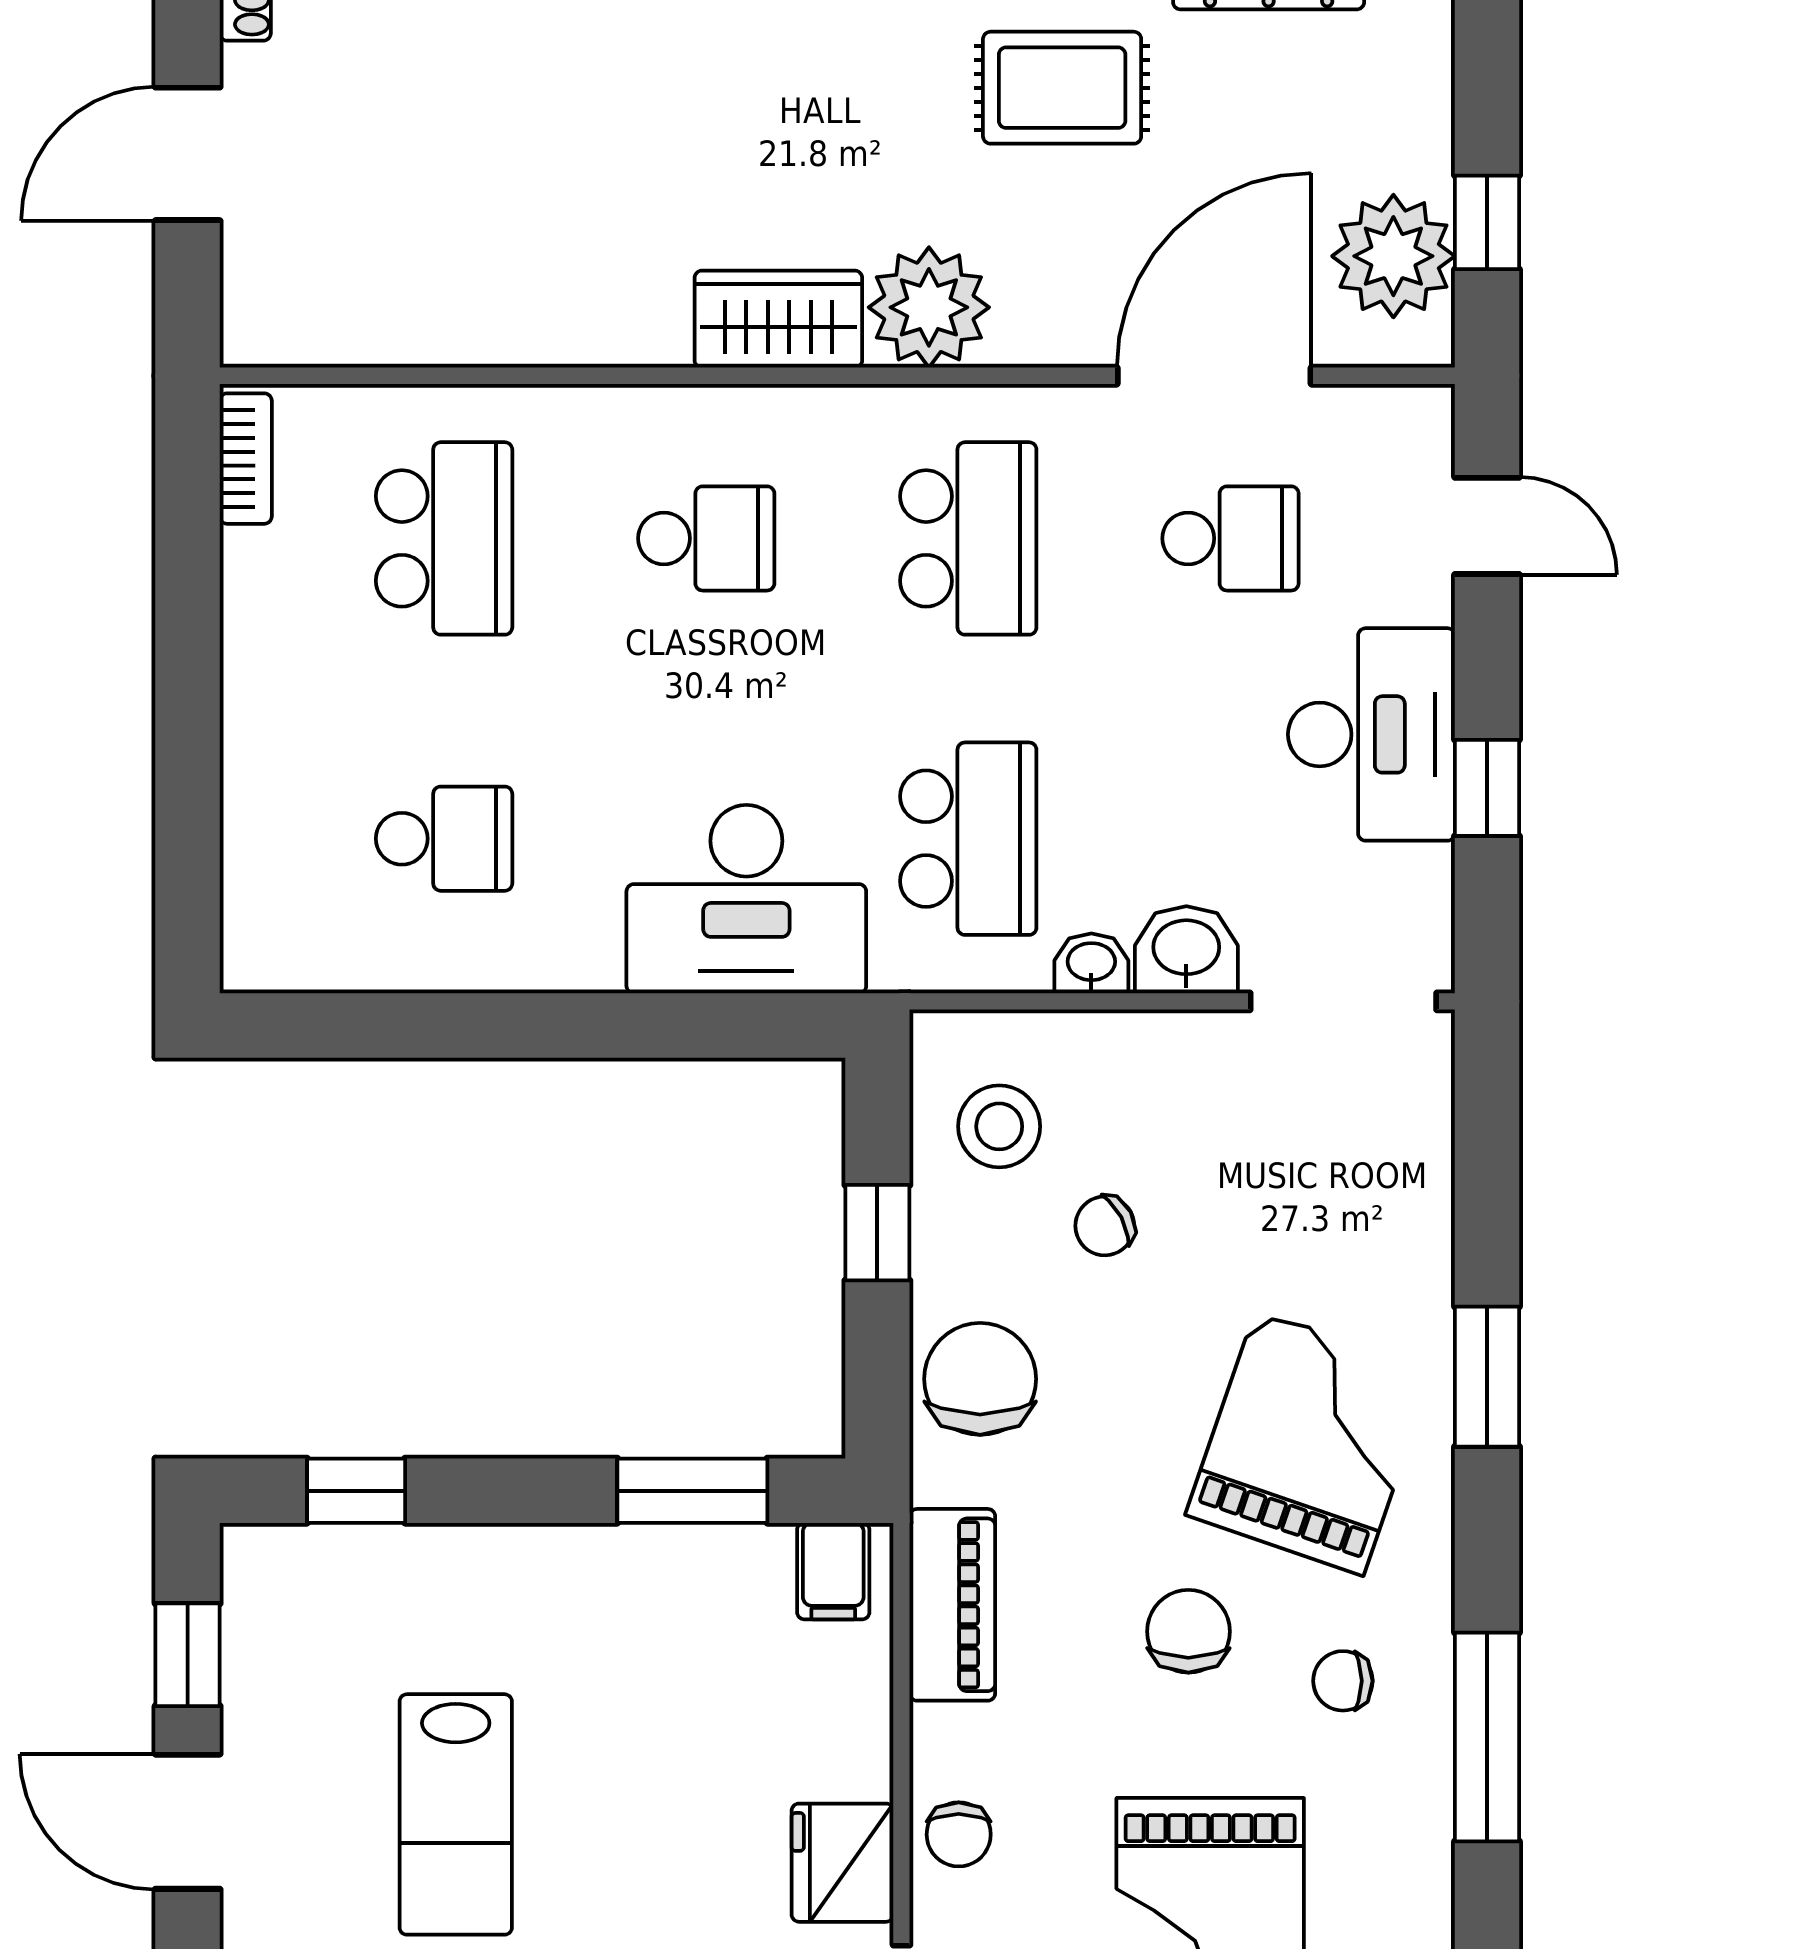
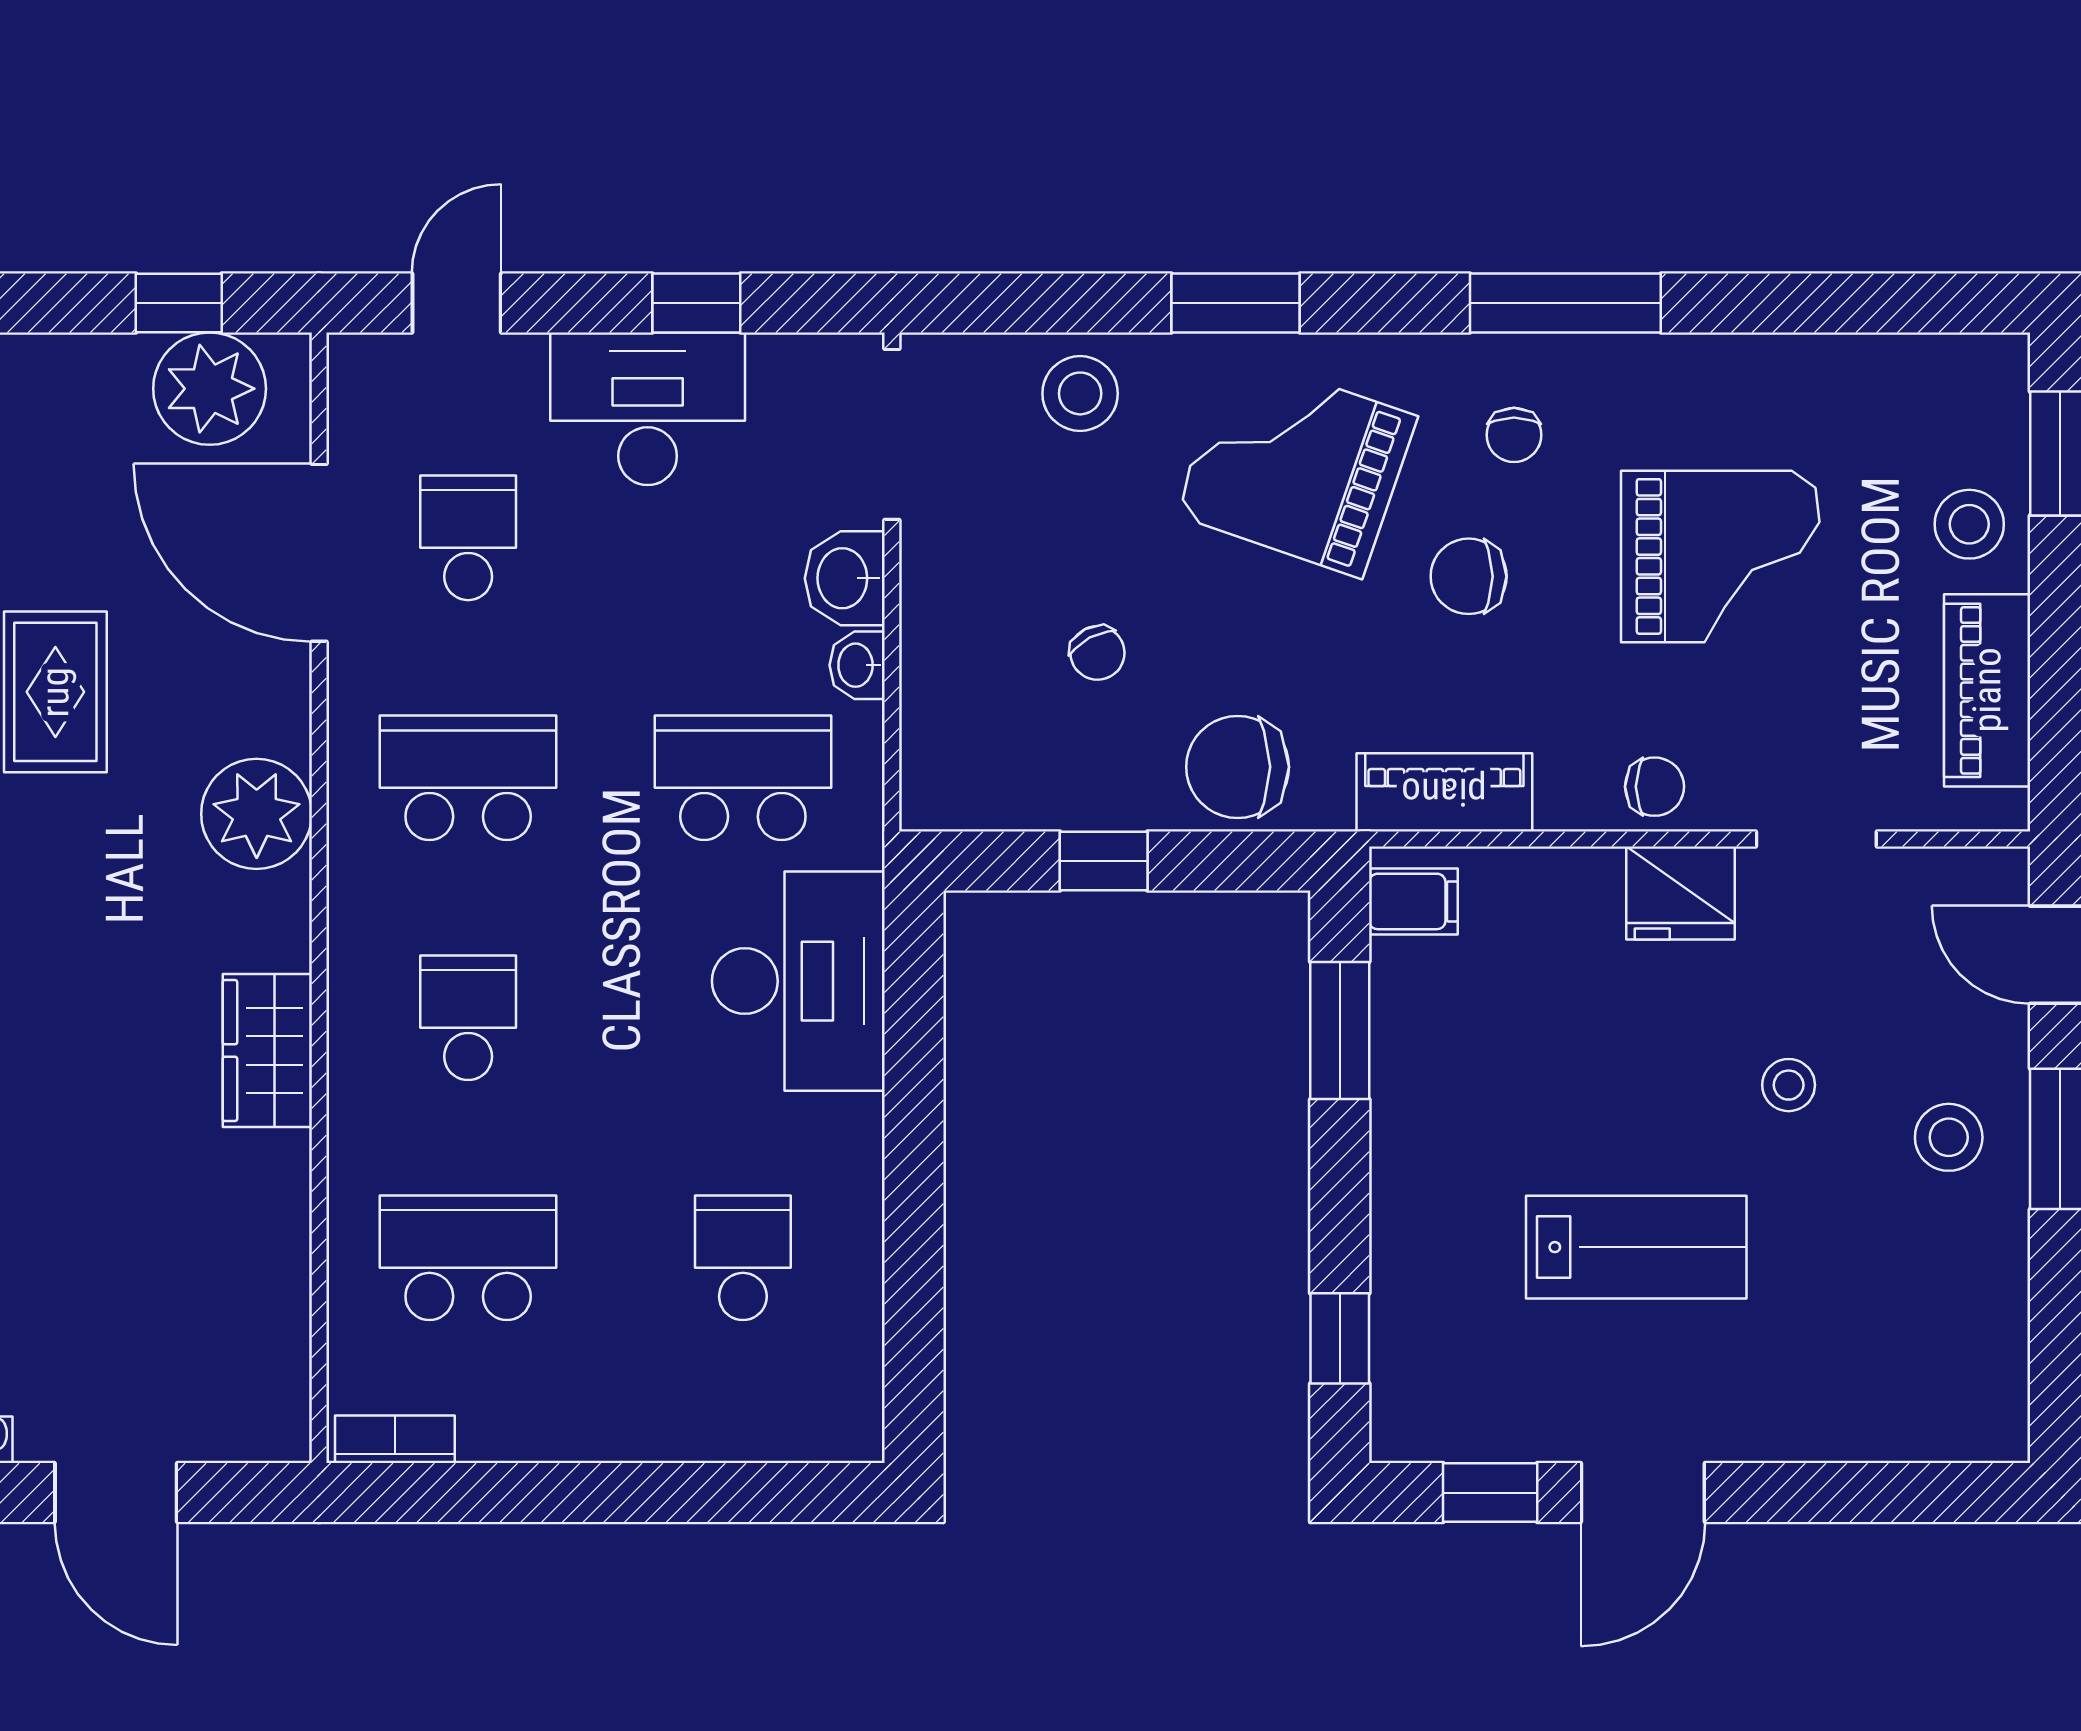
wardrobe: (778, 319) -> (267, 1051), moved
stool: (999, 1126) -> (1080, 393), moved

